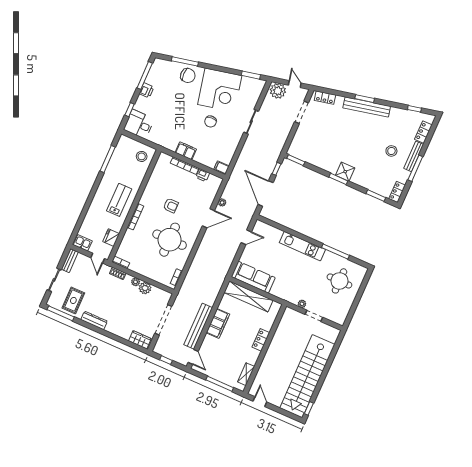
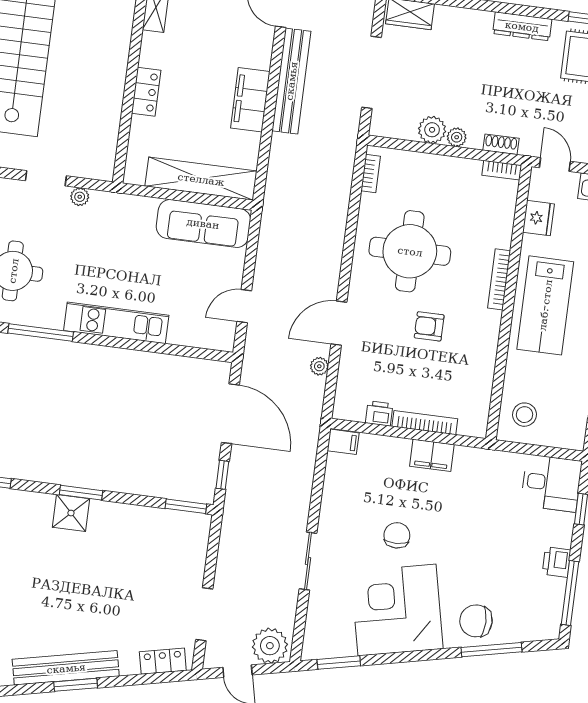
lab bench: (119, 200) -> (545, 305), width x1.36, depth x1.39

